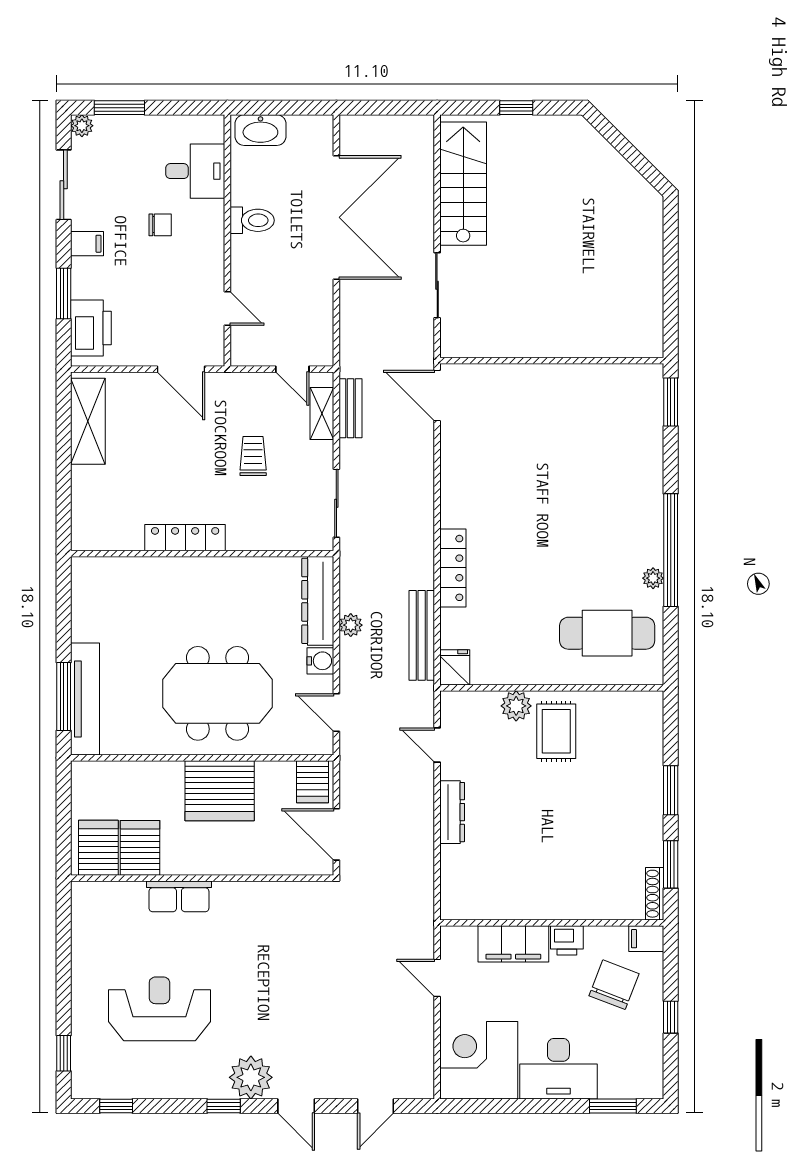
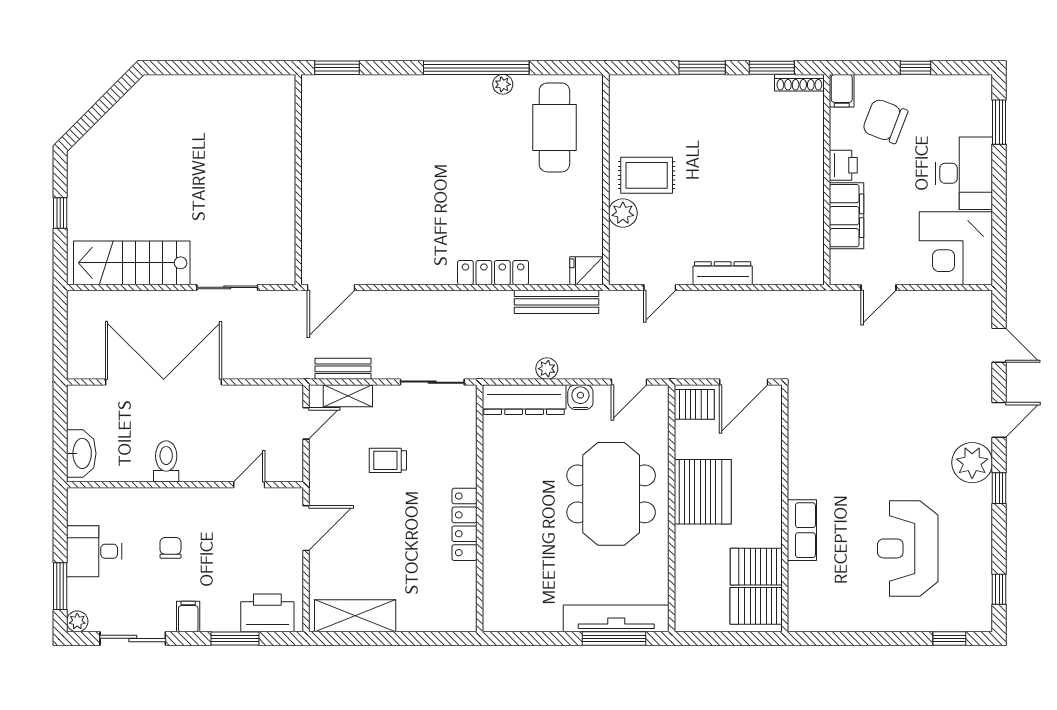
desk: (195, 171) -> (94, 551), moved, turned -90

